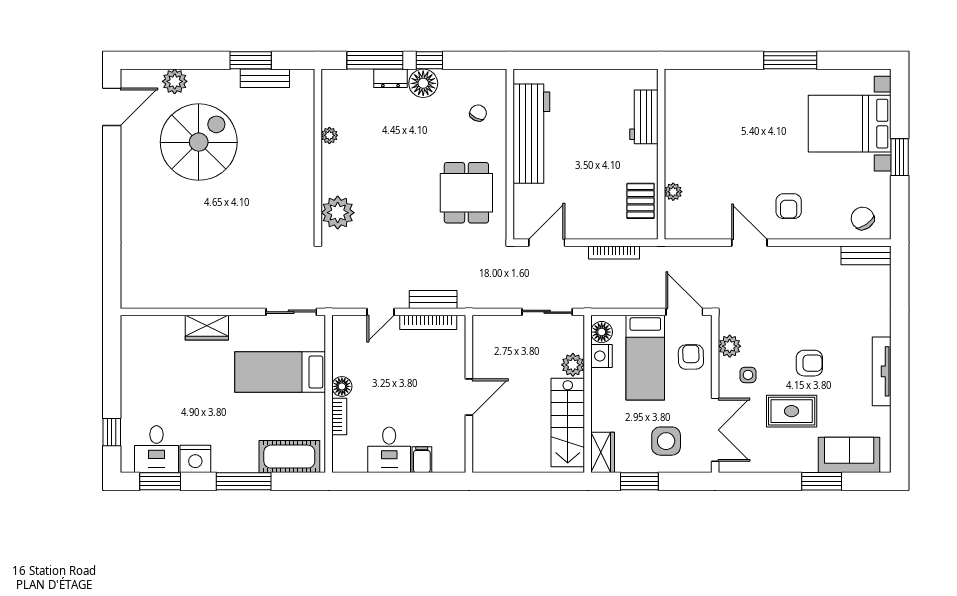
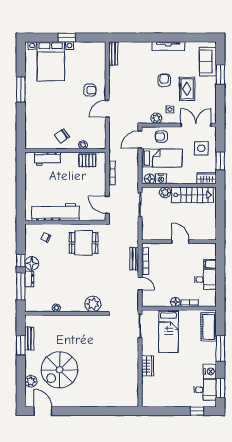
spiral stairs: (199, 142) -> (60, 370), turned -90
chair: (863, 218) -> (62, 136), moved

